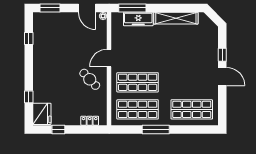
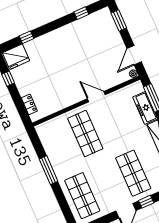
cafe table: (90, 79) -> (68, 87), removed
shop shelf: (138, 109) -> (133, 173), moved

